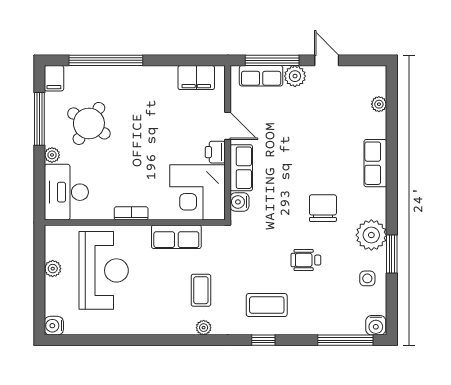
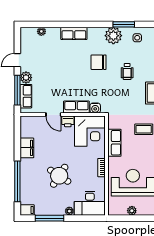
filing cabinet: (196, 78) -> (27, 148), moved
round table: (89, 123) -> (59, 176), moved
door: (228, 126) -> (53, 115), swing flipped

